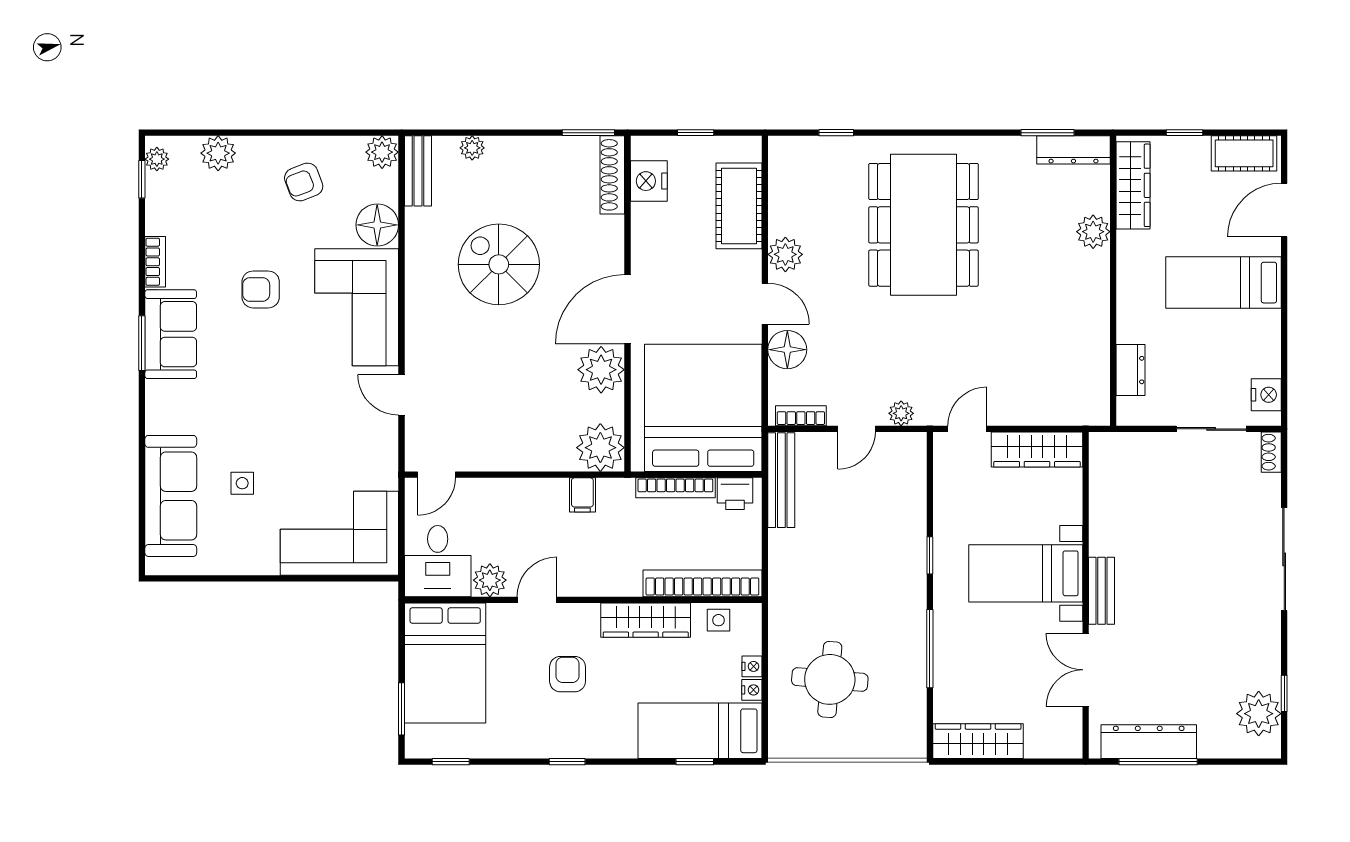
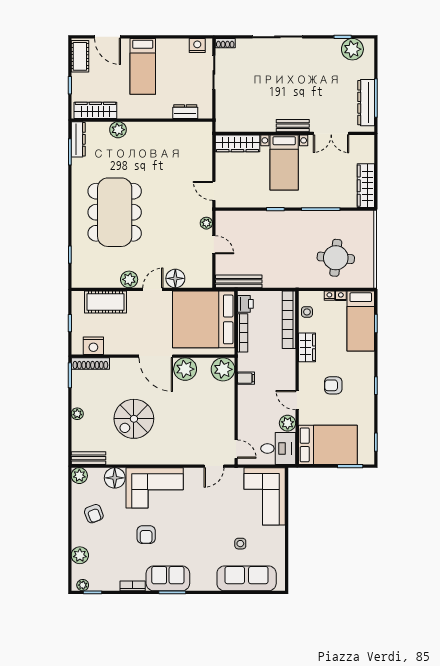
plant: (472, 148) -> (77, 414), moved
dining table: (924, 225) -> (115, 212), turned 90
door: (402, 395) -> (214, 466), moved
bookcase: (801, 416) -> (207, 272), removed
wardrobe: (1037, 449) -> (237, 143), moved, turned 90
wardrobe: (646, 620) -> (307, 347), width x0.67

